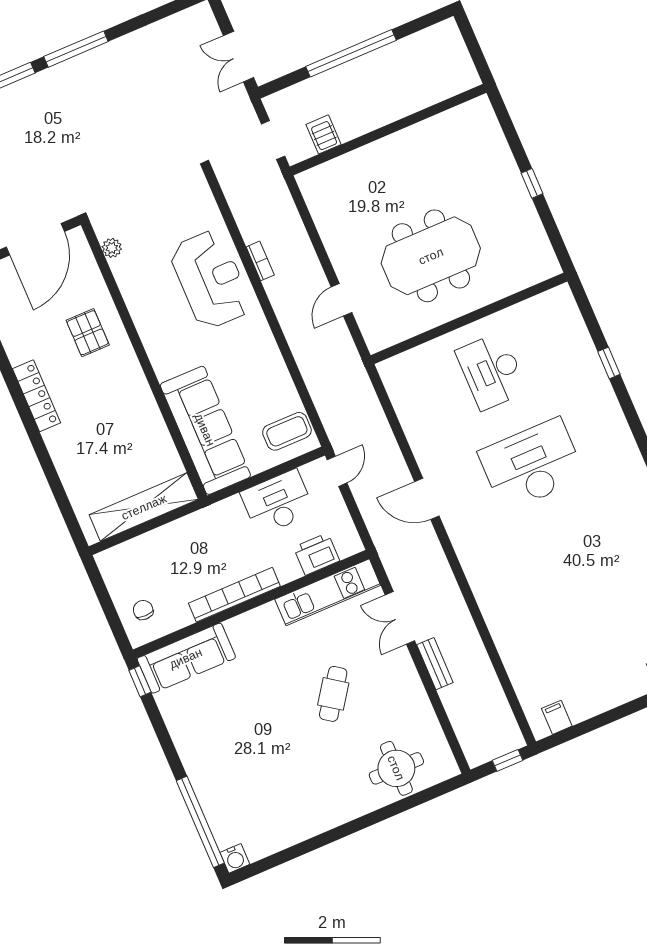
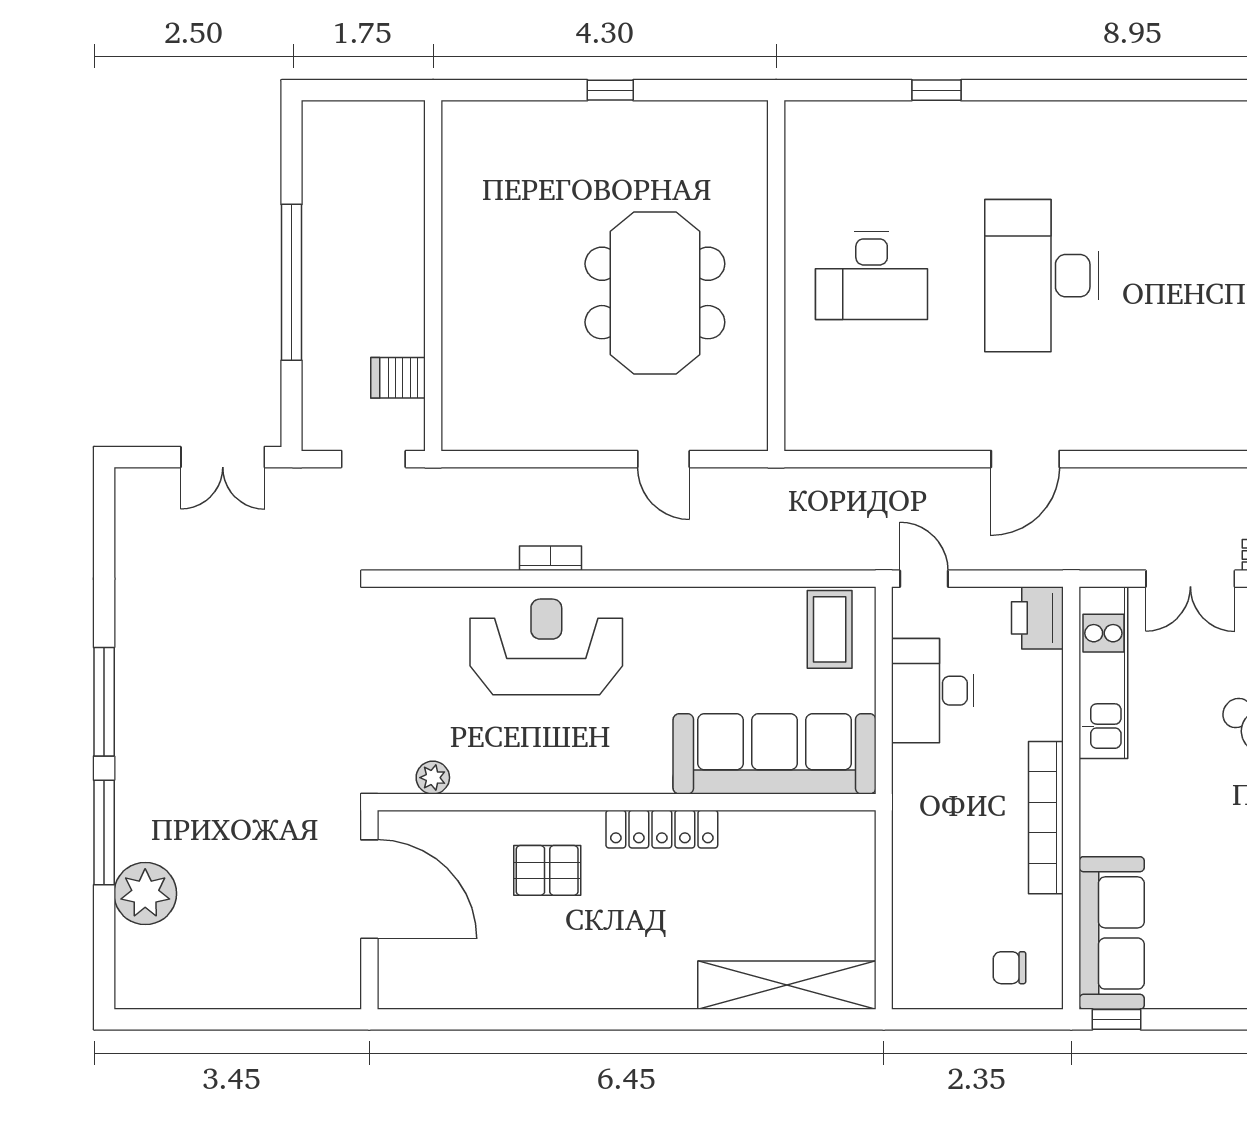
locker: (37, 396) -> (662, 829), moved, turned 180
shelving: (144, 507) -> (787, 985), moved, turned 90
printer: (316, 554) -> (1037, 618), moved

